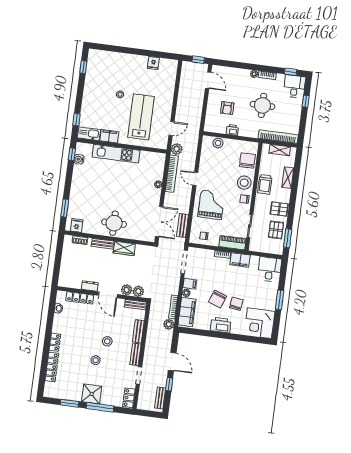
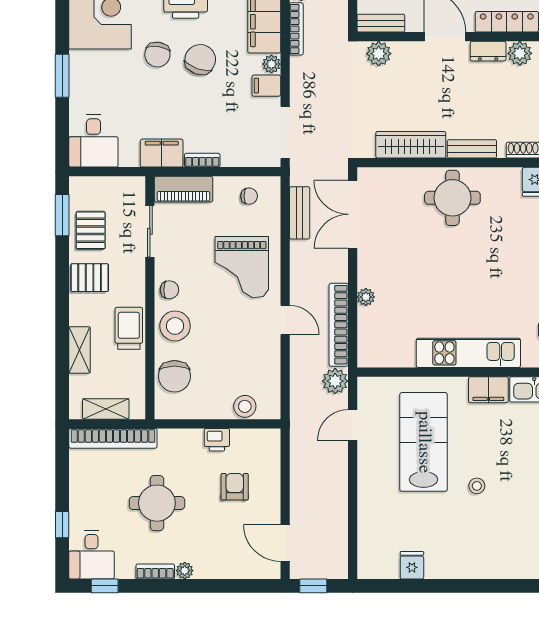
lab bench: (141, 117) -> (424, 442), turned 180
wardrobe: (124, 248) -> (411, 145), width x1.50
plant: (127, 290) -> (520, 53), moved

